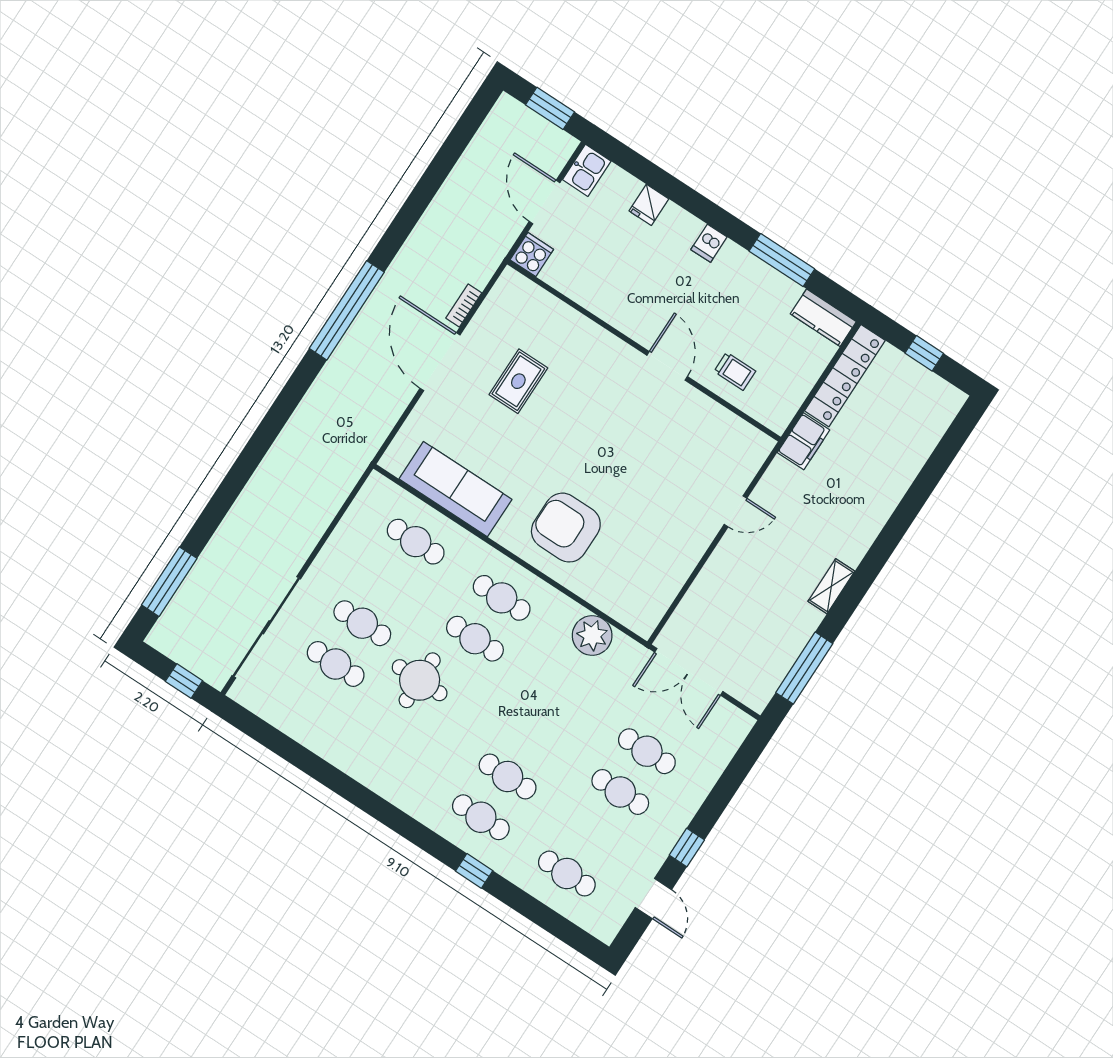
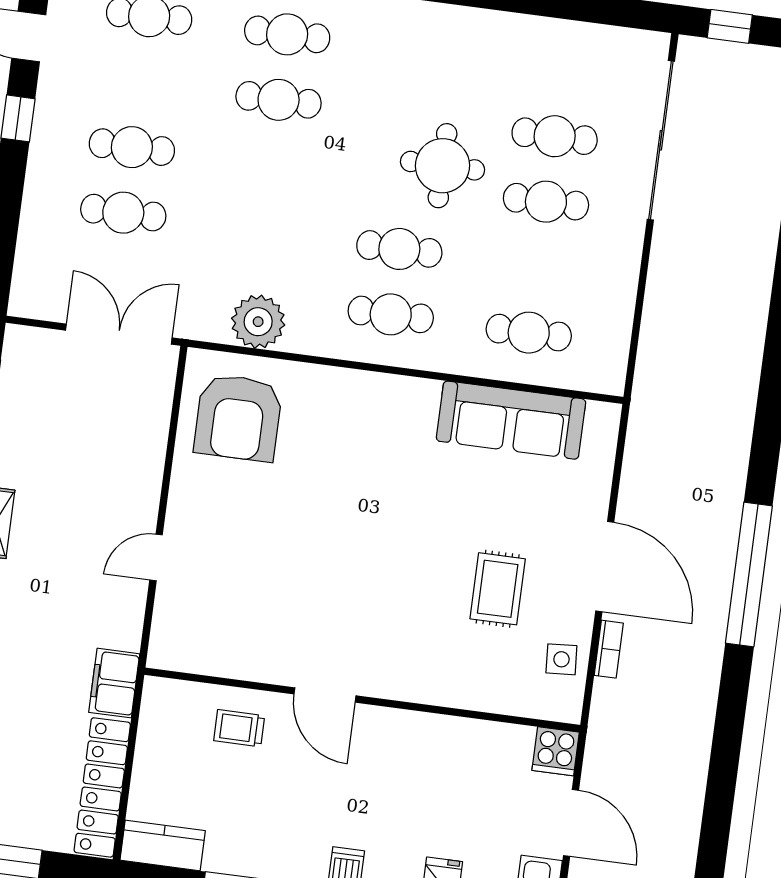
side table: (498, 314) -> (561, 659), added
armchair: (566, 528) -> (238, 418), moved, turned 90

